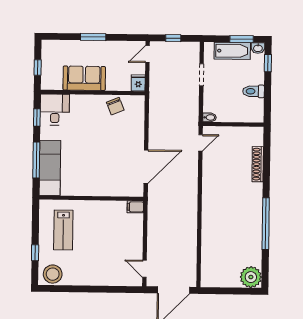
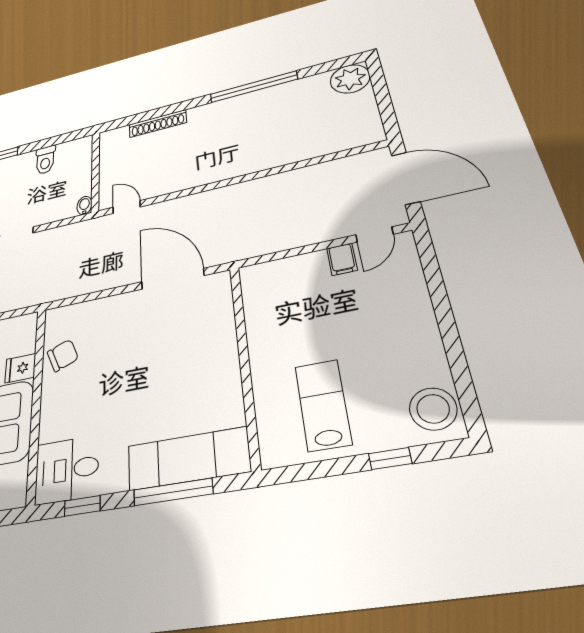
fridge: (138, 83) -> (20, 368), moved
filing cabinet: (135, 207) -> (342, 259), moved
lab bench: (63, 230) -> (323, 405), turned -90

